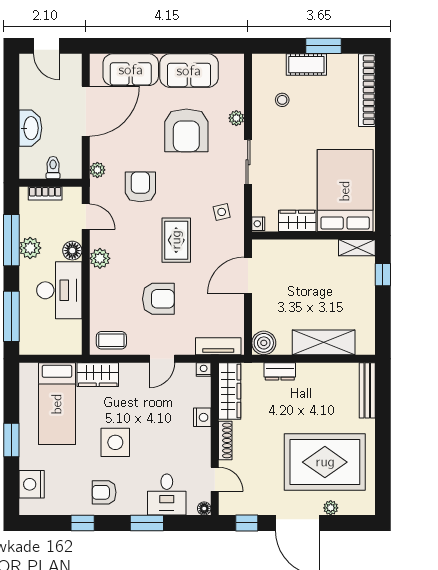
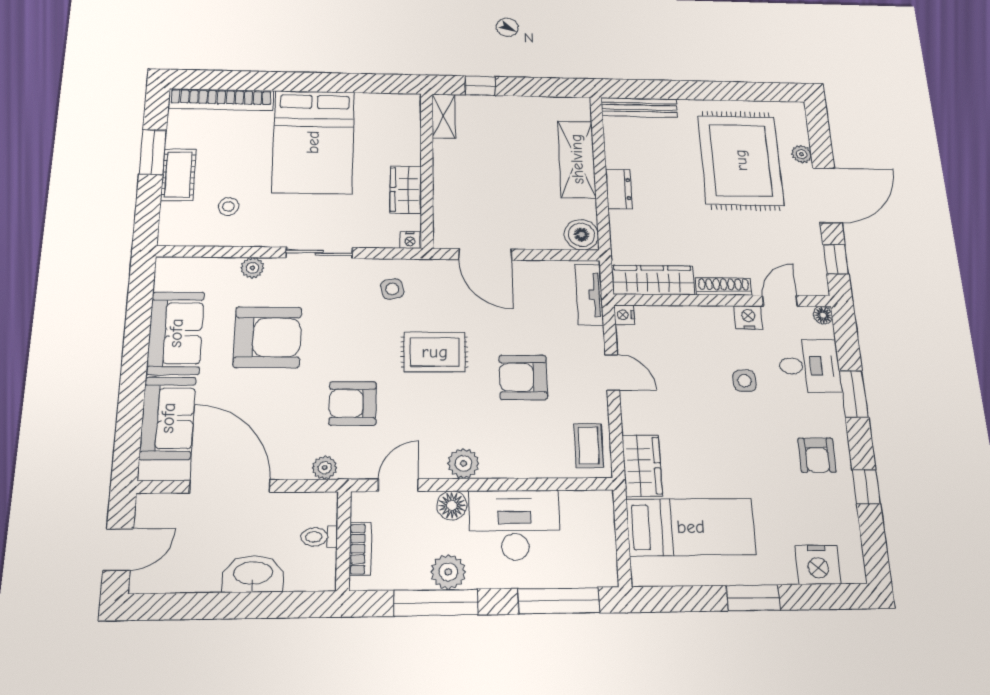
bed: (345, 191) -> (313, 142), moved, turned -90
armchair: (158, 299) -> (523, 377), turned -90
dresser: (280, 371) -> (619, 189), moved
nightstand: (202, 417) -> (748, 317), moved
side table: (115, 442) -> (745, 381), moved, width x0.54, depth x0.54

